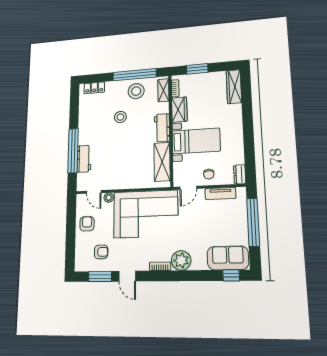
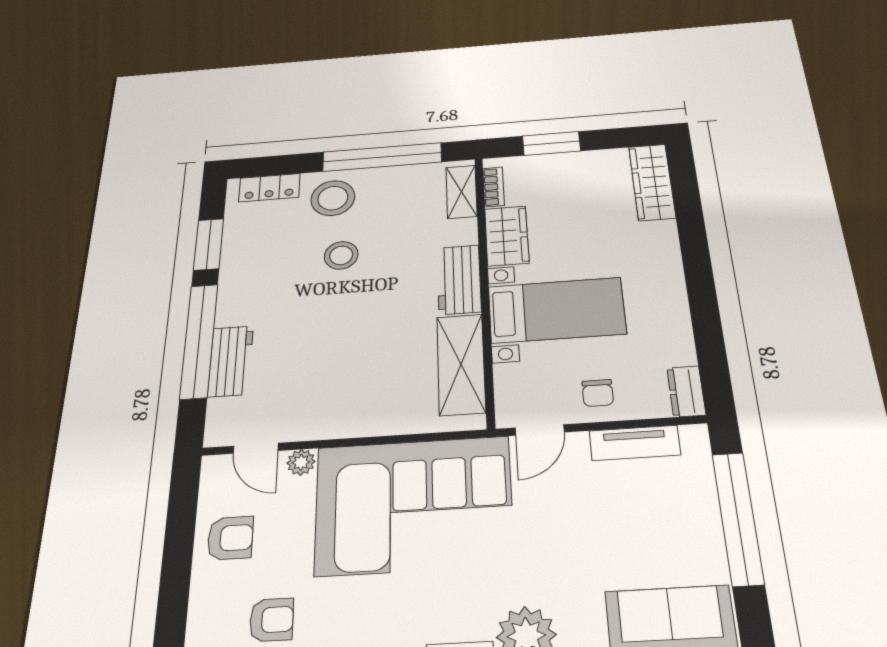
stool: (136, 91) -> (333, 198), moved
window: (74, 112) -> (209, 244), added
armchair: (87, 224) -> (230, 538), turned 90

